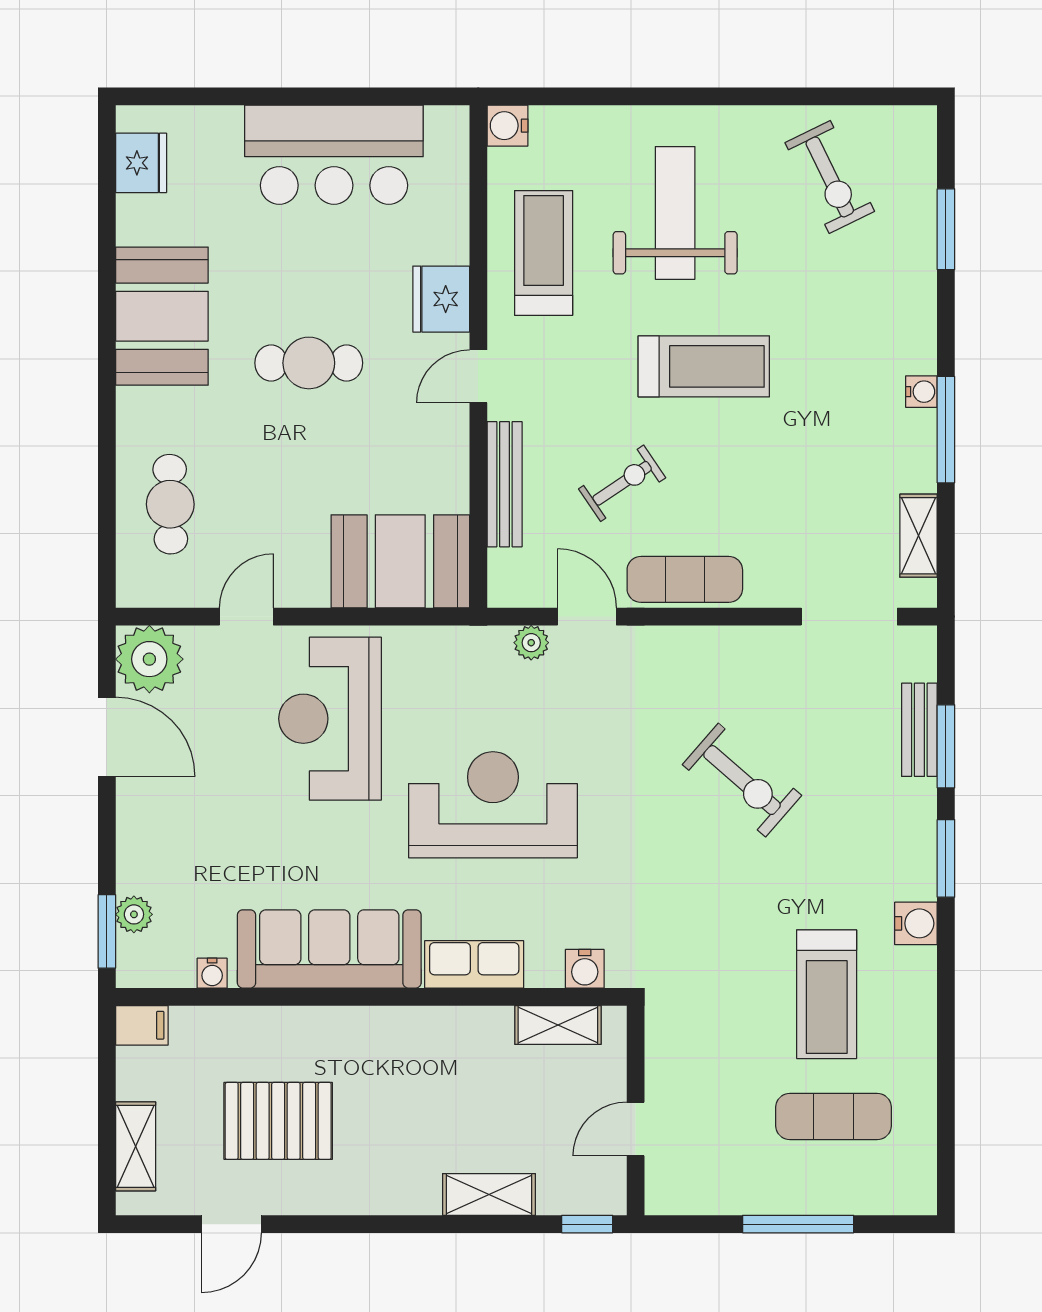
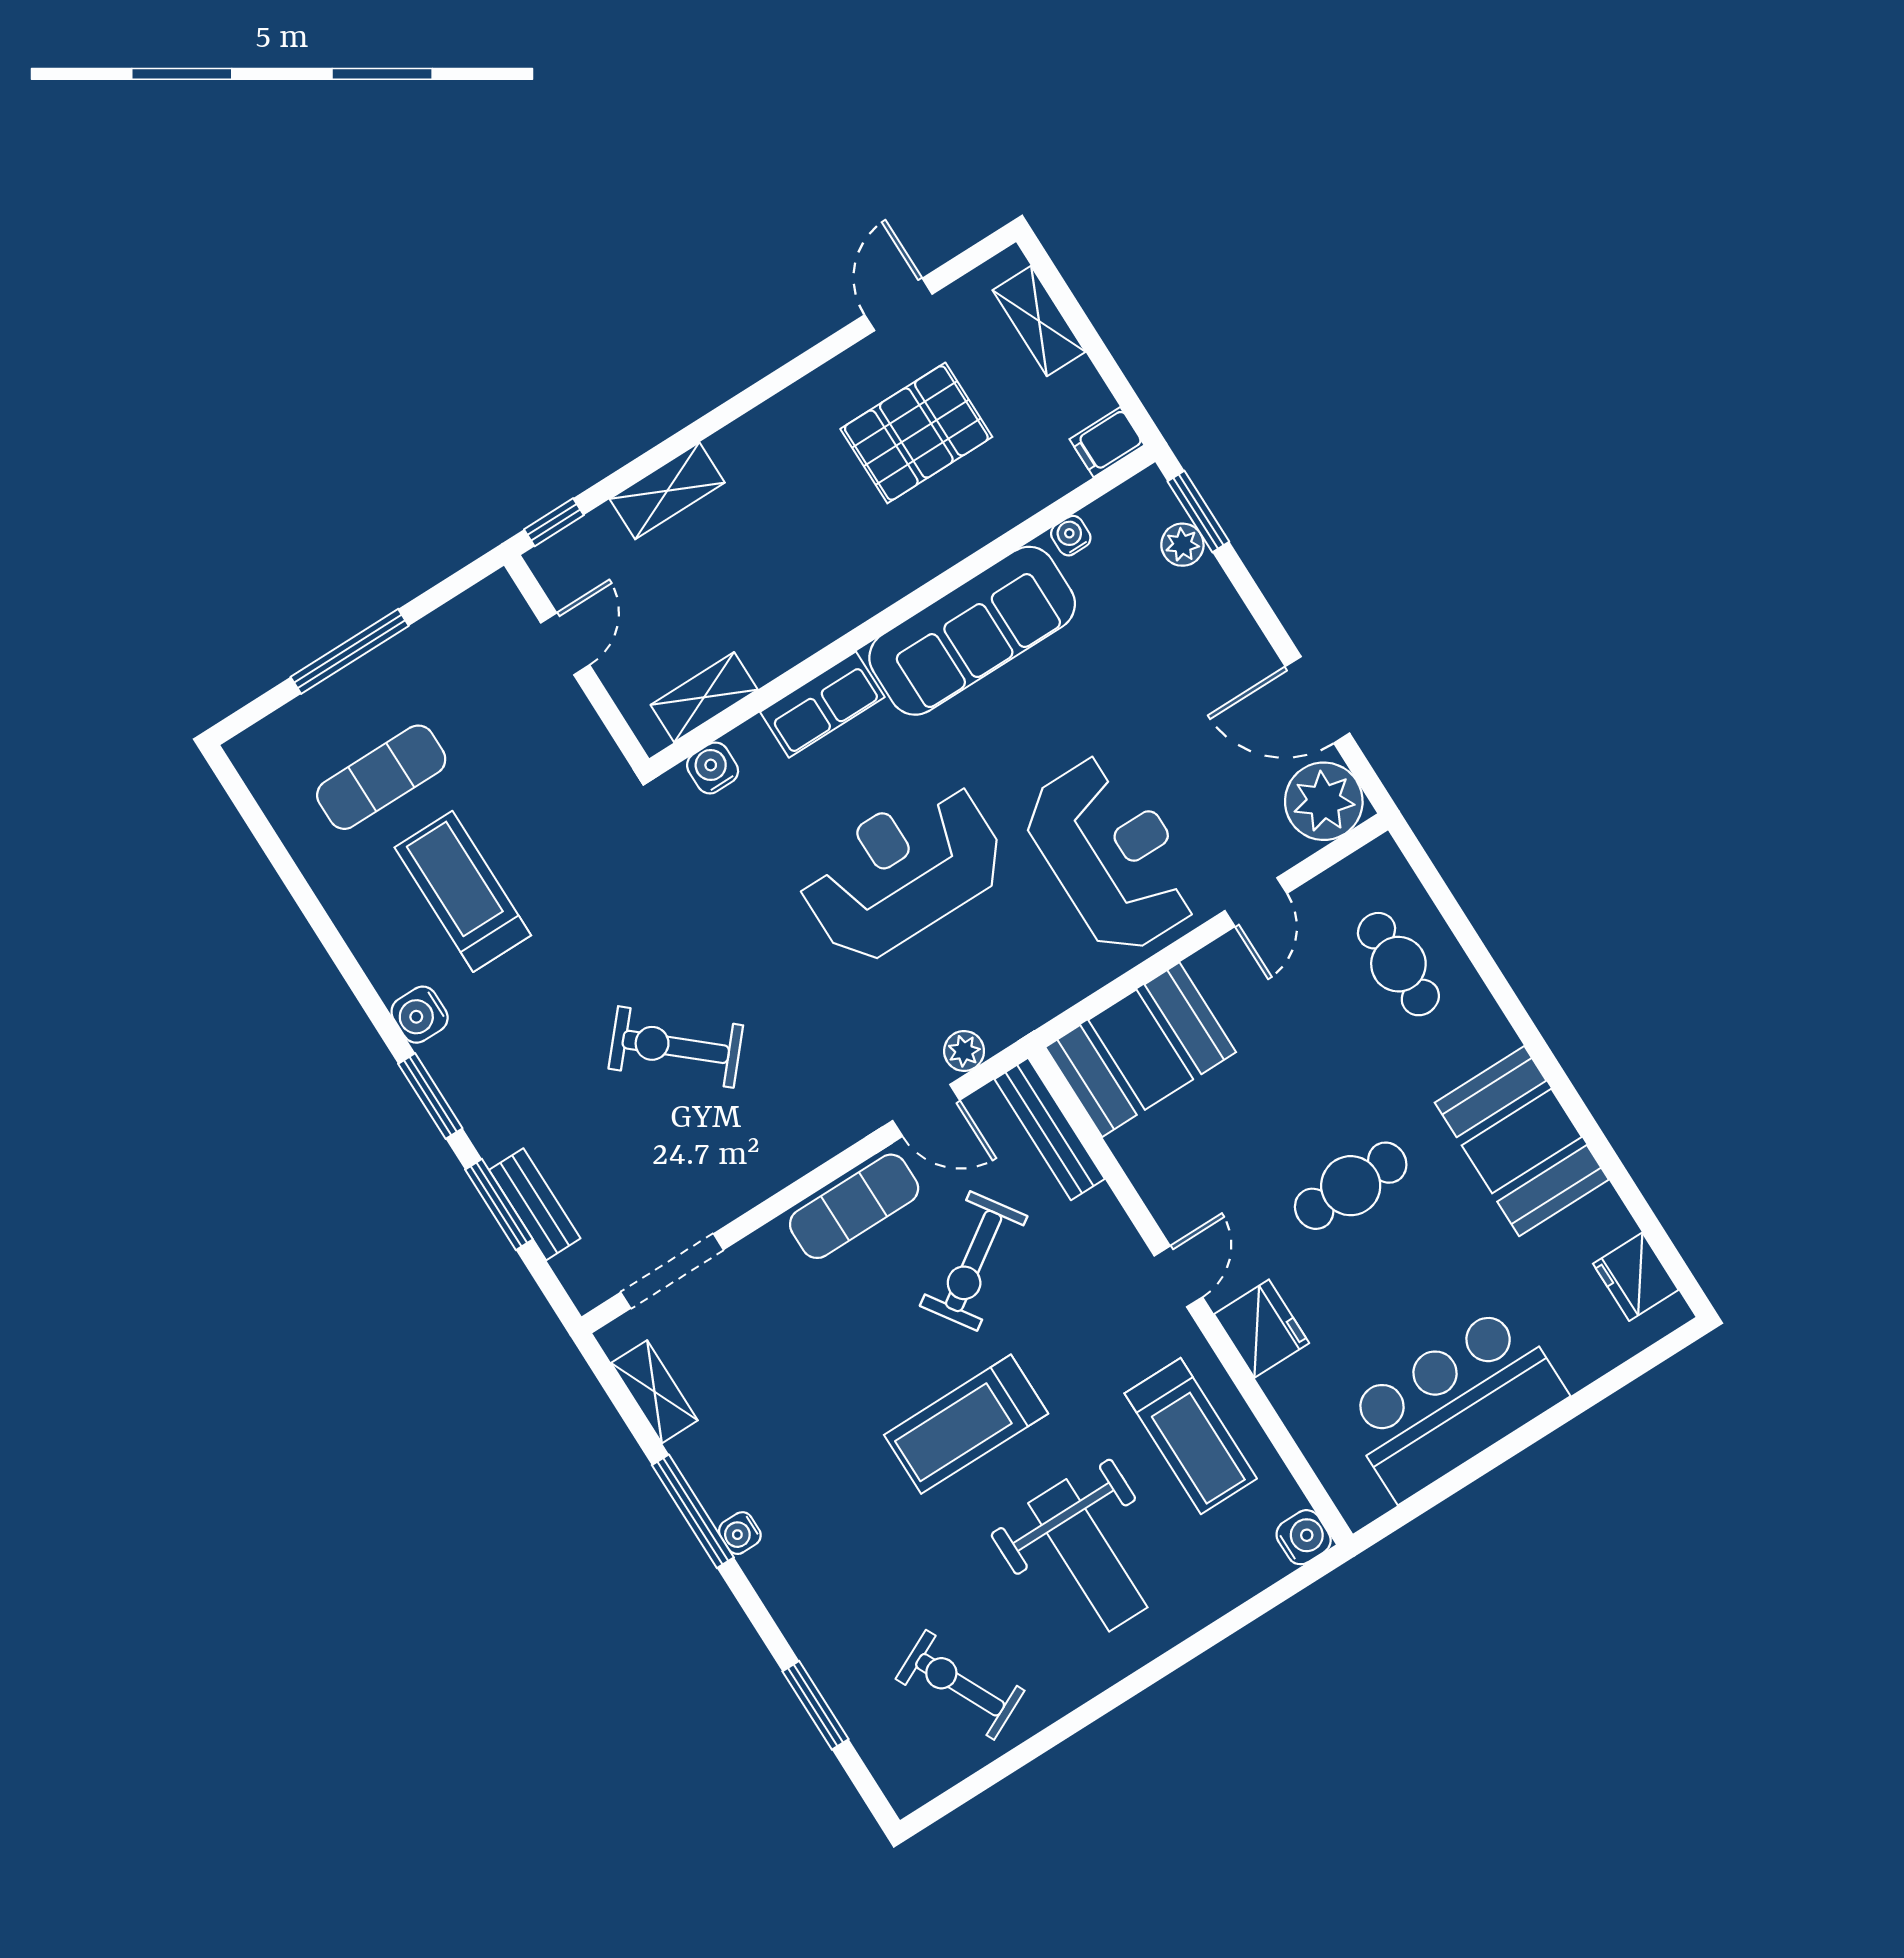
exercise bike: (622, 483) -> (974, 1261), width x1.38, depth x1.39
bench: (505, 484) -> (1050, 1129), moved
reception desk: (493, 805) -> (902, 871), turned 180

